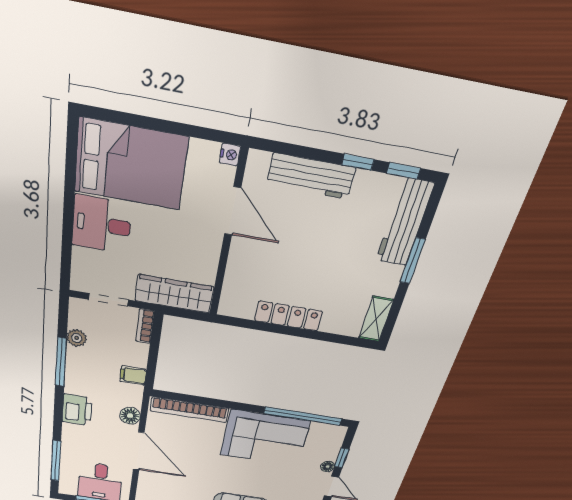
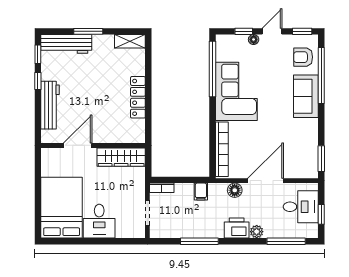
nightstand: (230, 155) -> (46, 153), removed
wardrobe: (174, 294) -> (121, 157), moved, turned -90
plant: (77, 338) -> (257, 232), moved

